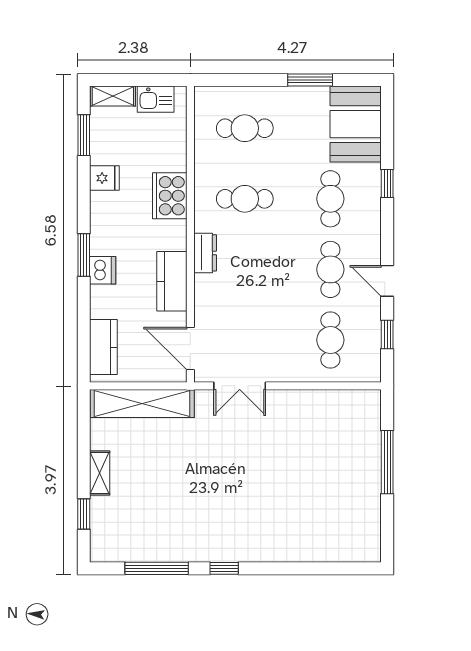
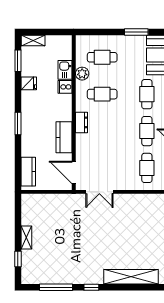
kitchen sink: (156, 99) -> (65, 70), moved, turned 90
plant: (207, 159) -> (82, 74), added
cooker: (170, 196) -> (65, 87), width x0.53, depth x0.76
dishwasher: (103, 270) -> (28, 131), removed
shelving: (142, 404) -> (131, 277), moved

